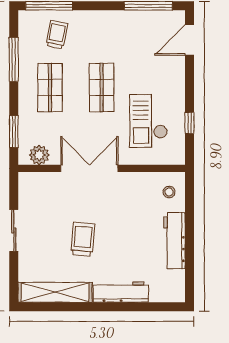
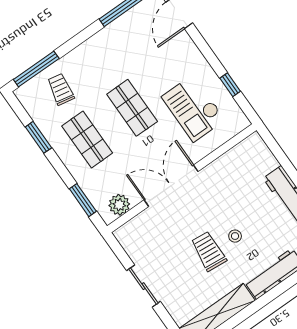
window: (14, 59) -> (38, 137), width x0.69
stool: (169, 192) -> (235, 236), moved

